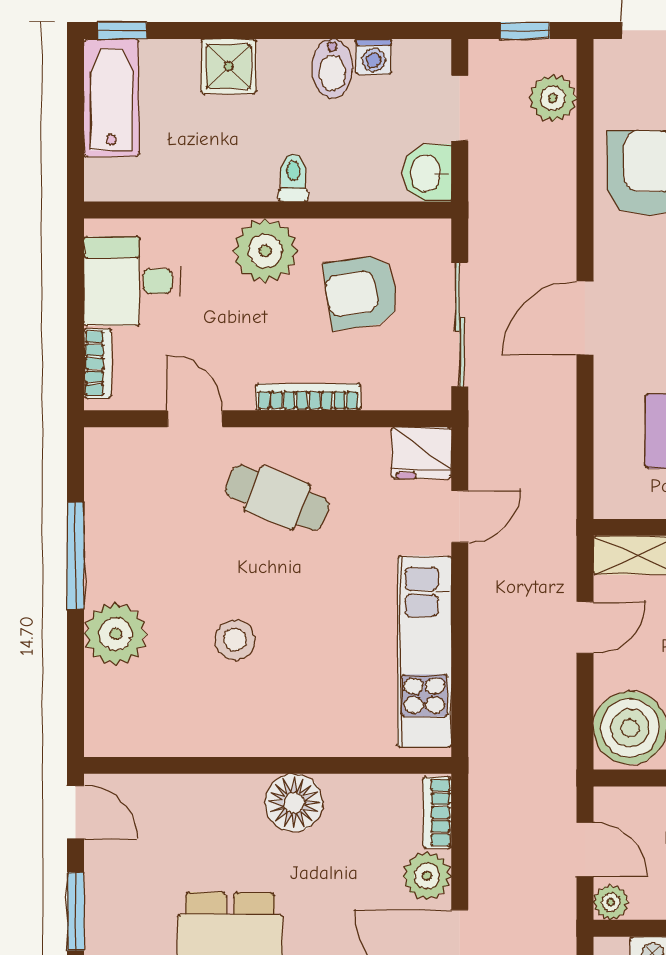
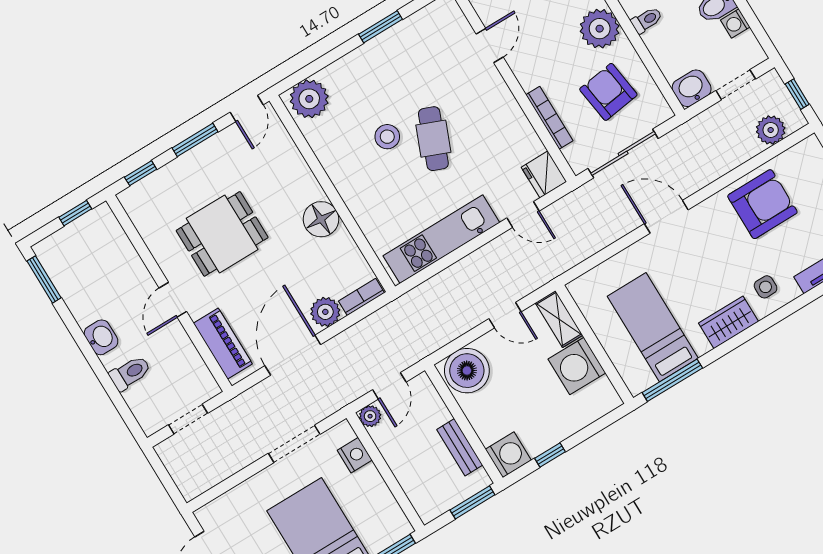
bookcase: (308, 397) -> (549, 118), moved
cafe table: (277, 498) -> (433, 139), moved
window: (76, 555) -> (380, 27), width x0.69
plant: (116, 634) -> (309, 99), moved

